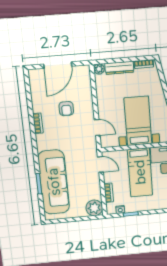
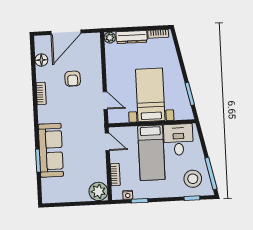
floor lamp: (36, 92) -> (41, 60), added
sofa: (54, 182) -> (51, 150), width x0.74, depth x0.79

